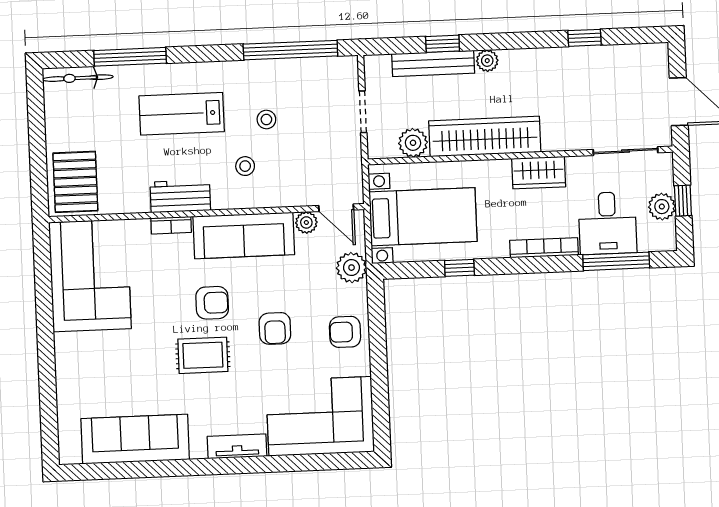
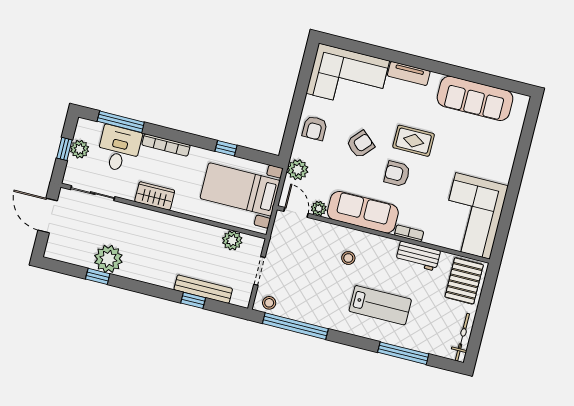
plant: (487, 61) -> (108, 259), moved, width x1.87, depth x1.87
bicycle: (78, 78) -> (462, 337), moved, turned -90
stool: (266, 120) -> (269, 303), moved
wardrobe: (485, 136) -> (183, 231), removed
workbench: (180, 196) -> (418, 256), moved
armchair: (275, 328) -> (360, 144), turned 42
armchair: (345, 332) -> (315, 128), turned 90

